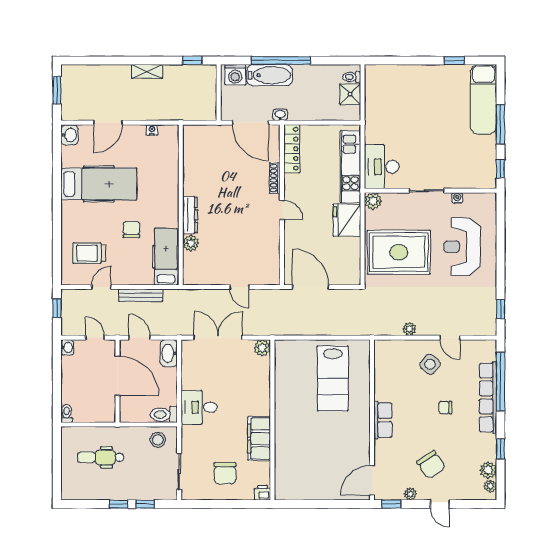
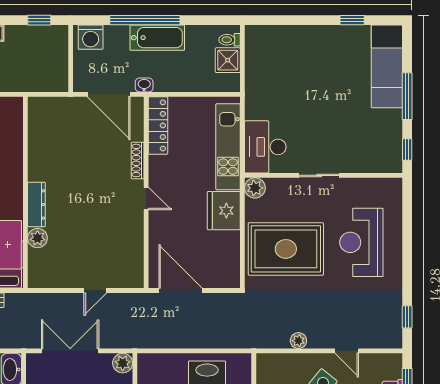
bathtub: (270, 75) -> (157, 38), moved
water cooler: (457, 198) -> (356, 184), removed
door: (239, 287) -> (95, 290), hinge flipped

